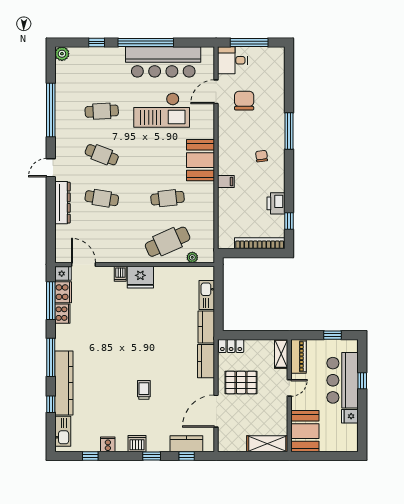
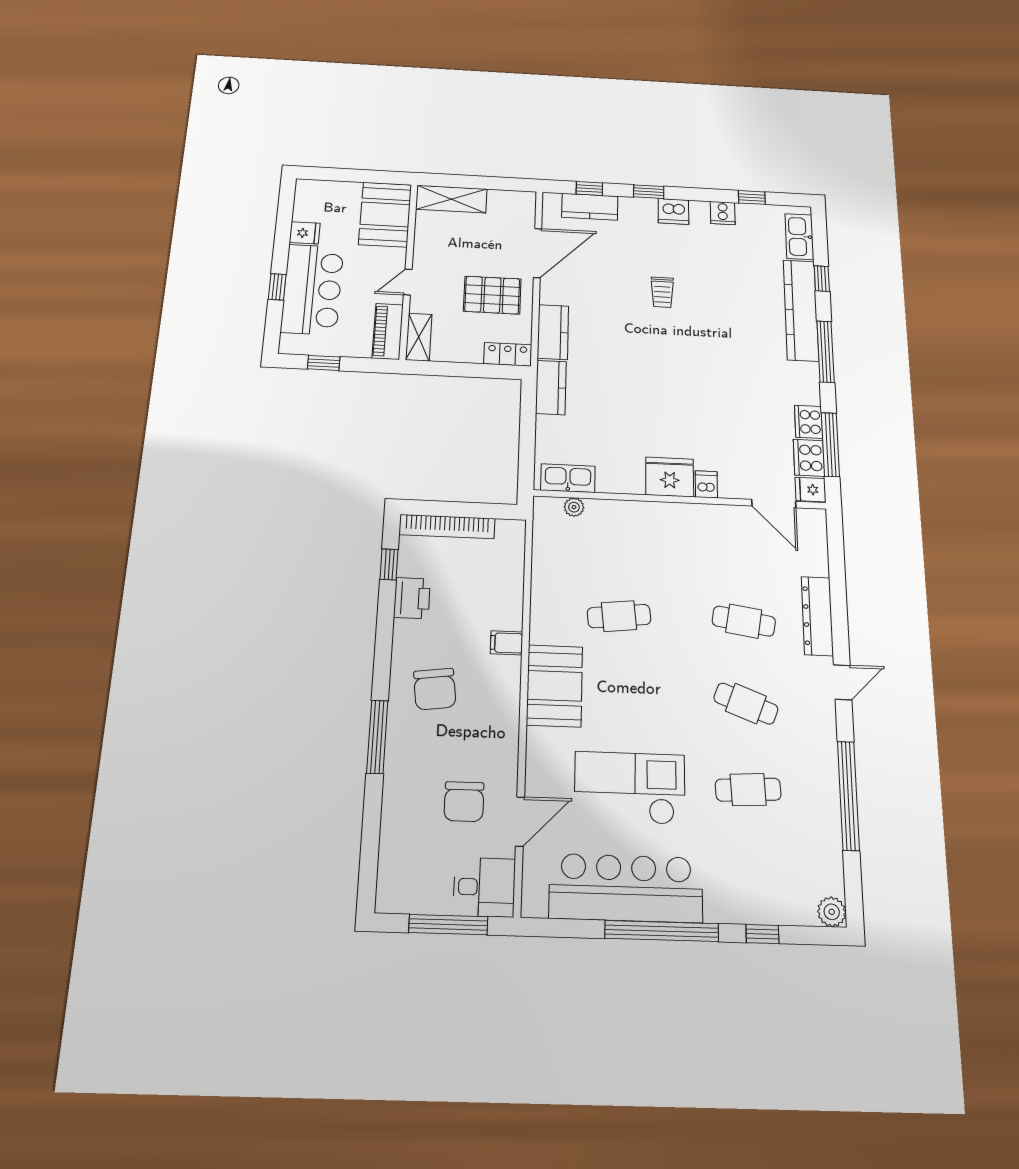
chair: (262, 156) -> (435, 689), width x1.87, depth x1.87
cafe table: (168, 242) -> (620, 537), removed
kitchen sink: (207, 295) -> (568, 478), moved, turned -90

